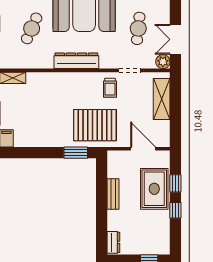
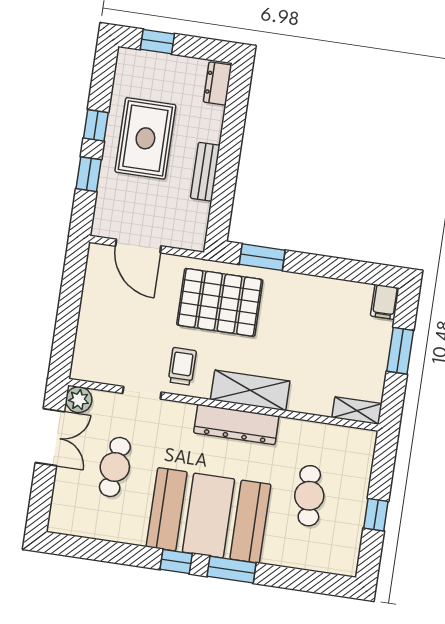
cafe table: (32, 28) -> (309, 496), turned -30
shelving: (162, 99) -> (250, 390), moved, turned 90
rug: (154, 189) -> (145, 138), moved

